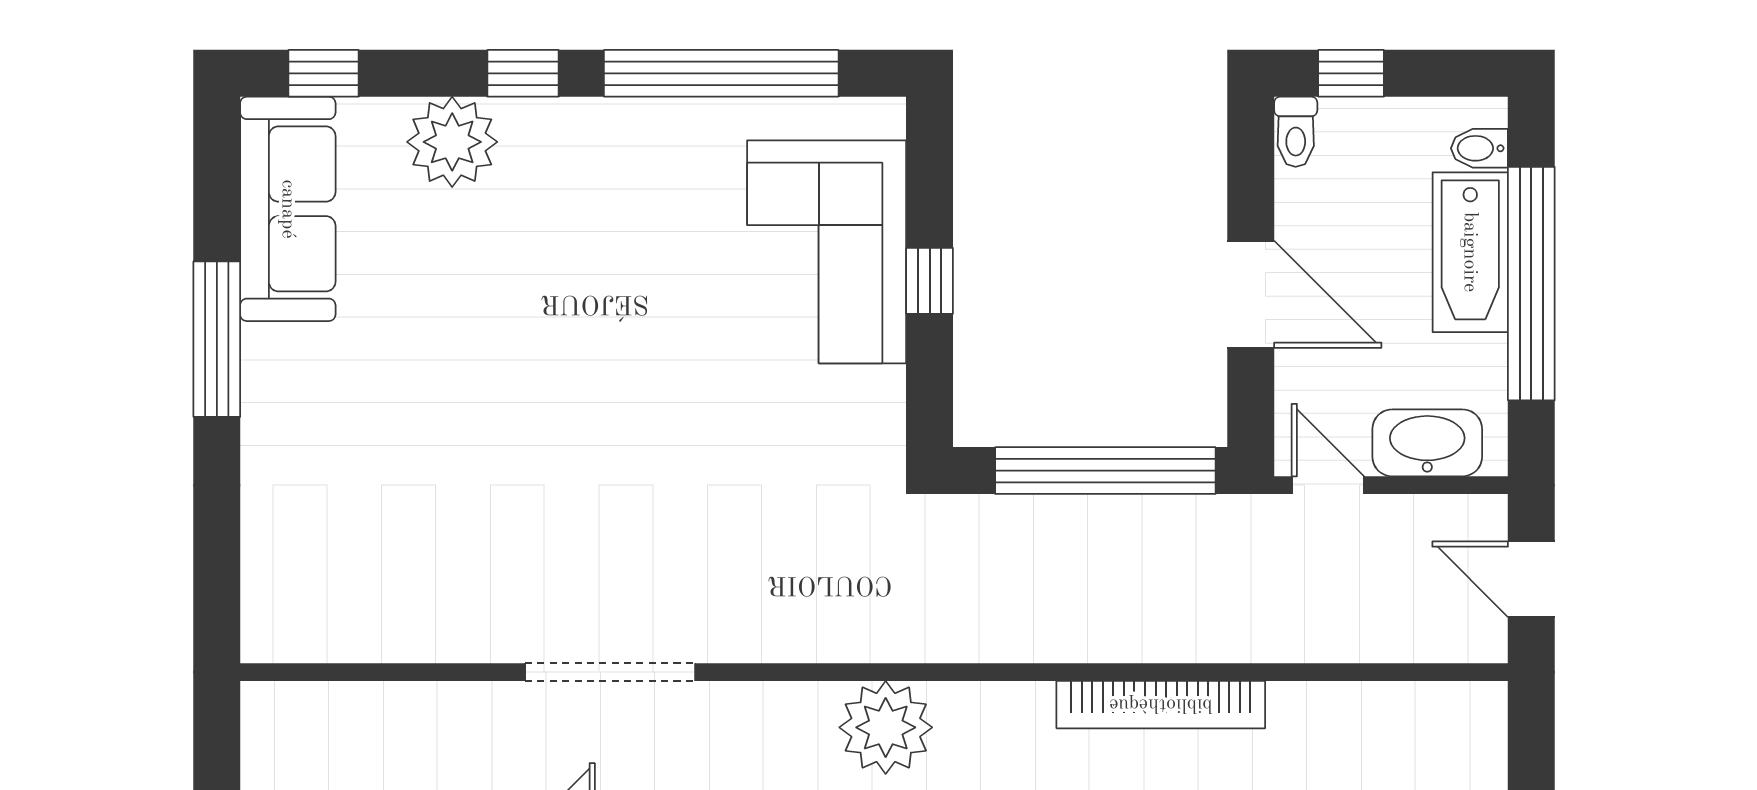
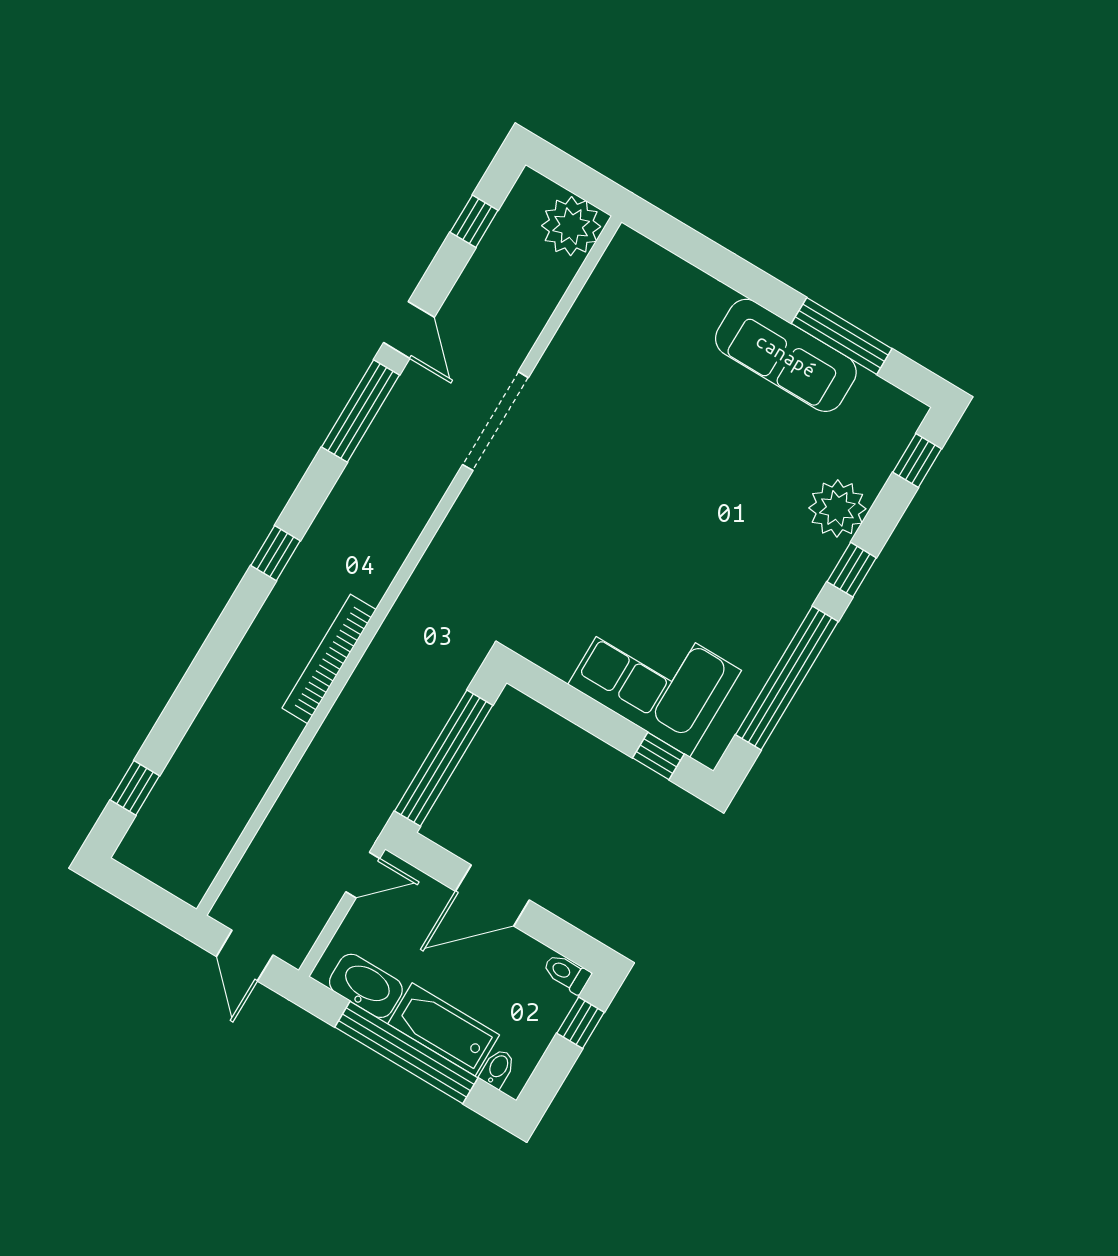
sofa: (288, 209) -> (786, 355), moved
window: (930, 281) -> (658, 756), moved
window: (217, 339) -> (842, 336), moved
washbasin: (1427, 443) -> (366, 986), moved, turned -90
door: (1531, 579) -> (245, 956), swing flipped
bookcase: (1161, 705) -> (329, 659), moved
plant: (886, 727) -> (571, 226), moved

